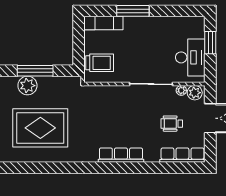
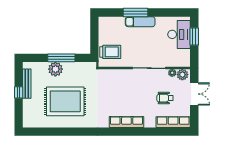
exam couch: (103, 23) -> (140, 22), moved
desk: (190, 57) -> (179, 34), moved

